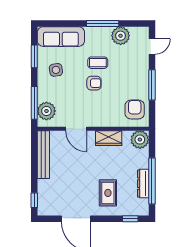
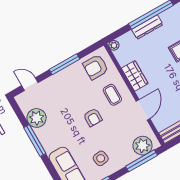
coffee table: (98, 63) -> (112, 95), moved
armchair: (94, 83) -> (93, 117), turned 180
plant: (140, 140) -> (114, 45), width x0.53, depth x0.53
dresser: (143, 184) -> (147, 27), moved

